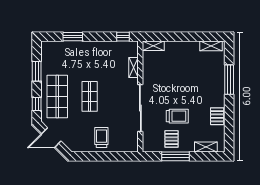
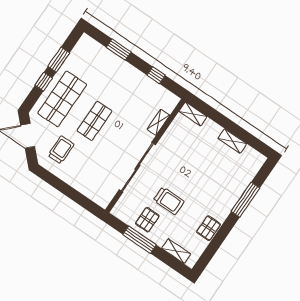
window: (123, 37) -> (156, 75), moved
shelving: (211, 46) -> (232, 141), moved
window: (37, 104) -> (44, 82), moved
trolley: (101, 138) -> (61, 150), moved

